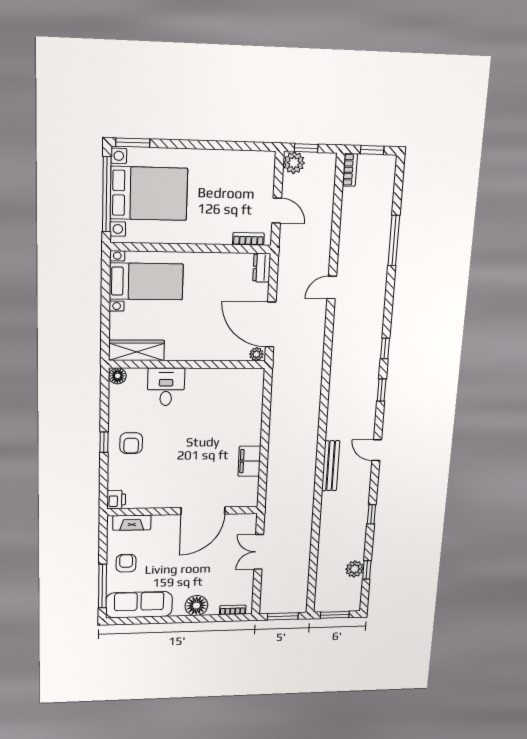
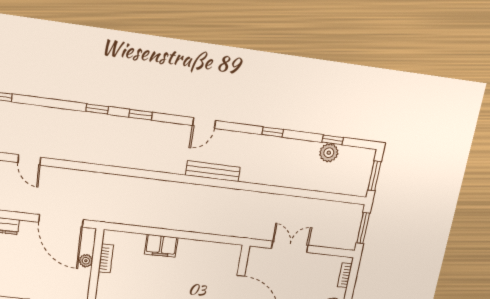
door: (271, 325) -> (61, 221), hinge flipped
plant: (256, 354) -> (86, 261), moved
bookcase: (233, 374) -> (106, 259), added
filing cabinet: (249, 461) -> (161, 246), moved
double door: (259, 552) -> (290, 247), swing flipped

